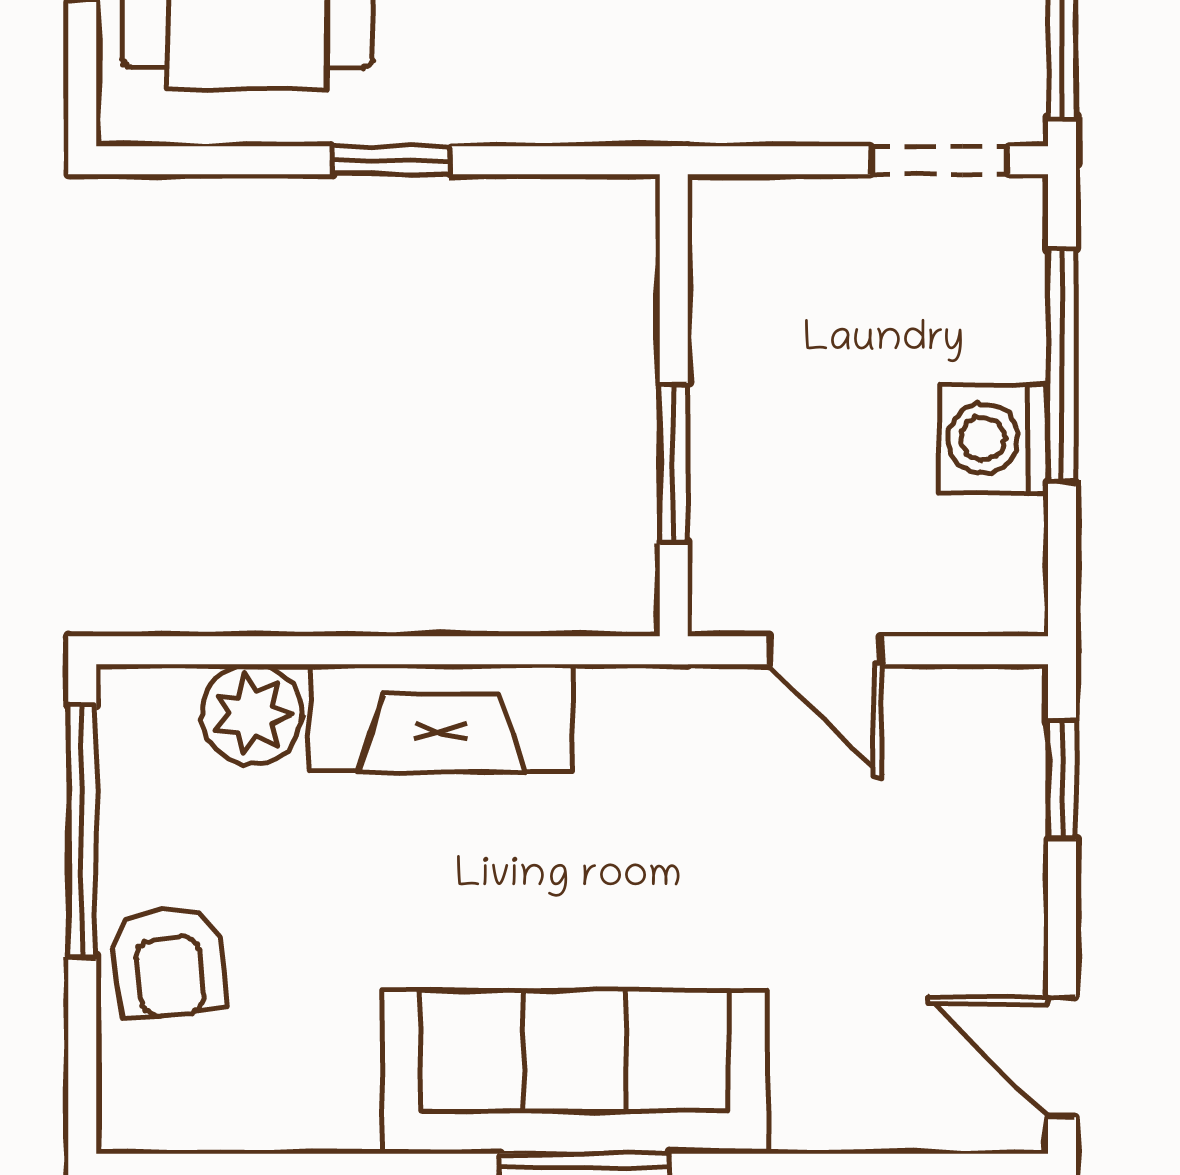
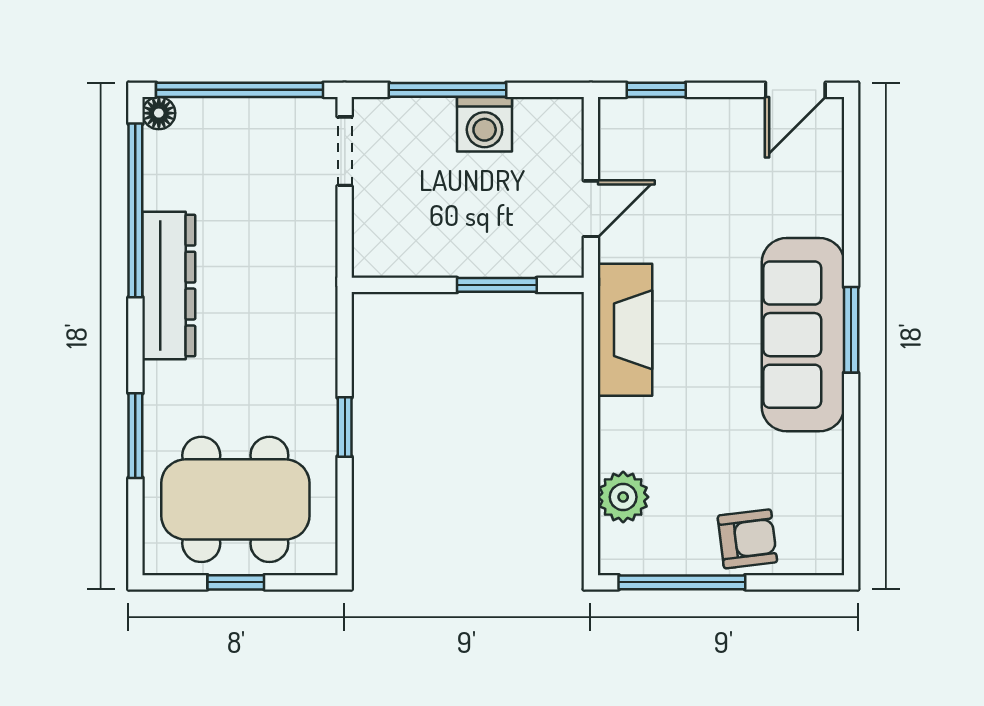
fireplace: (441, 718) -> (625, 330), moved

